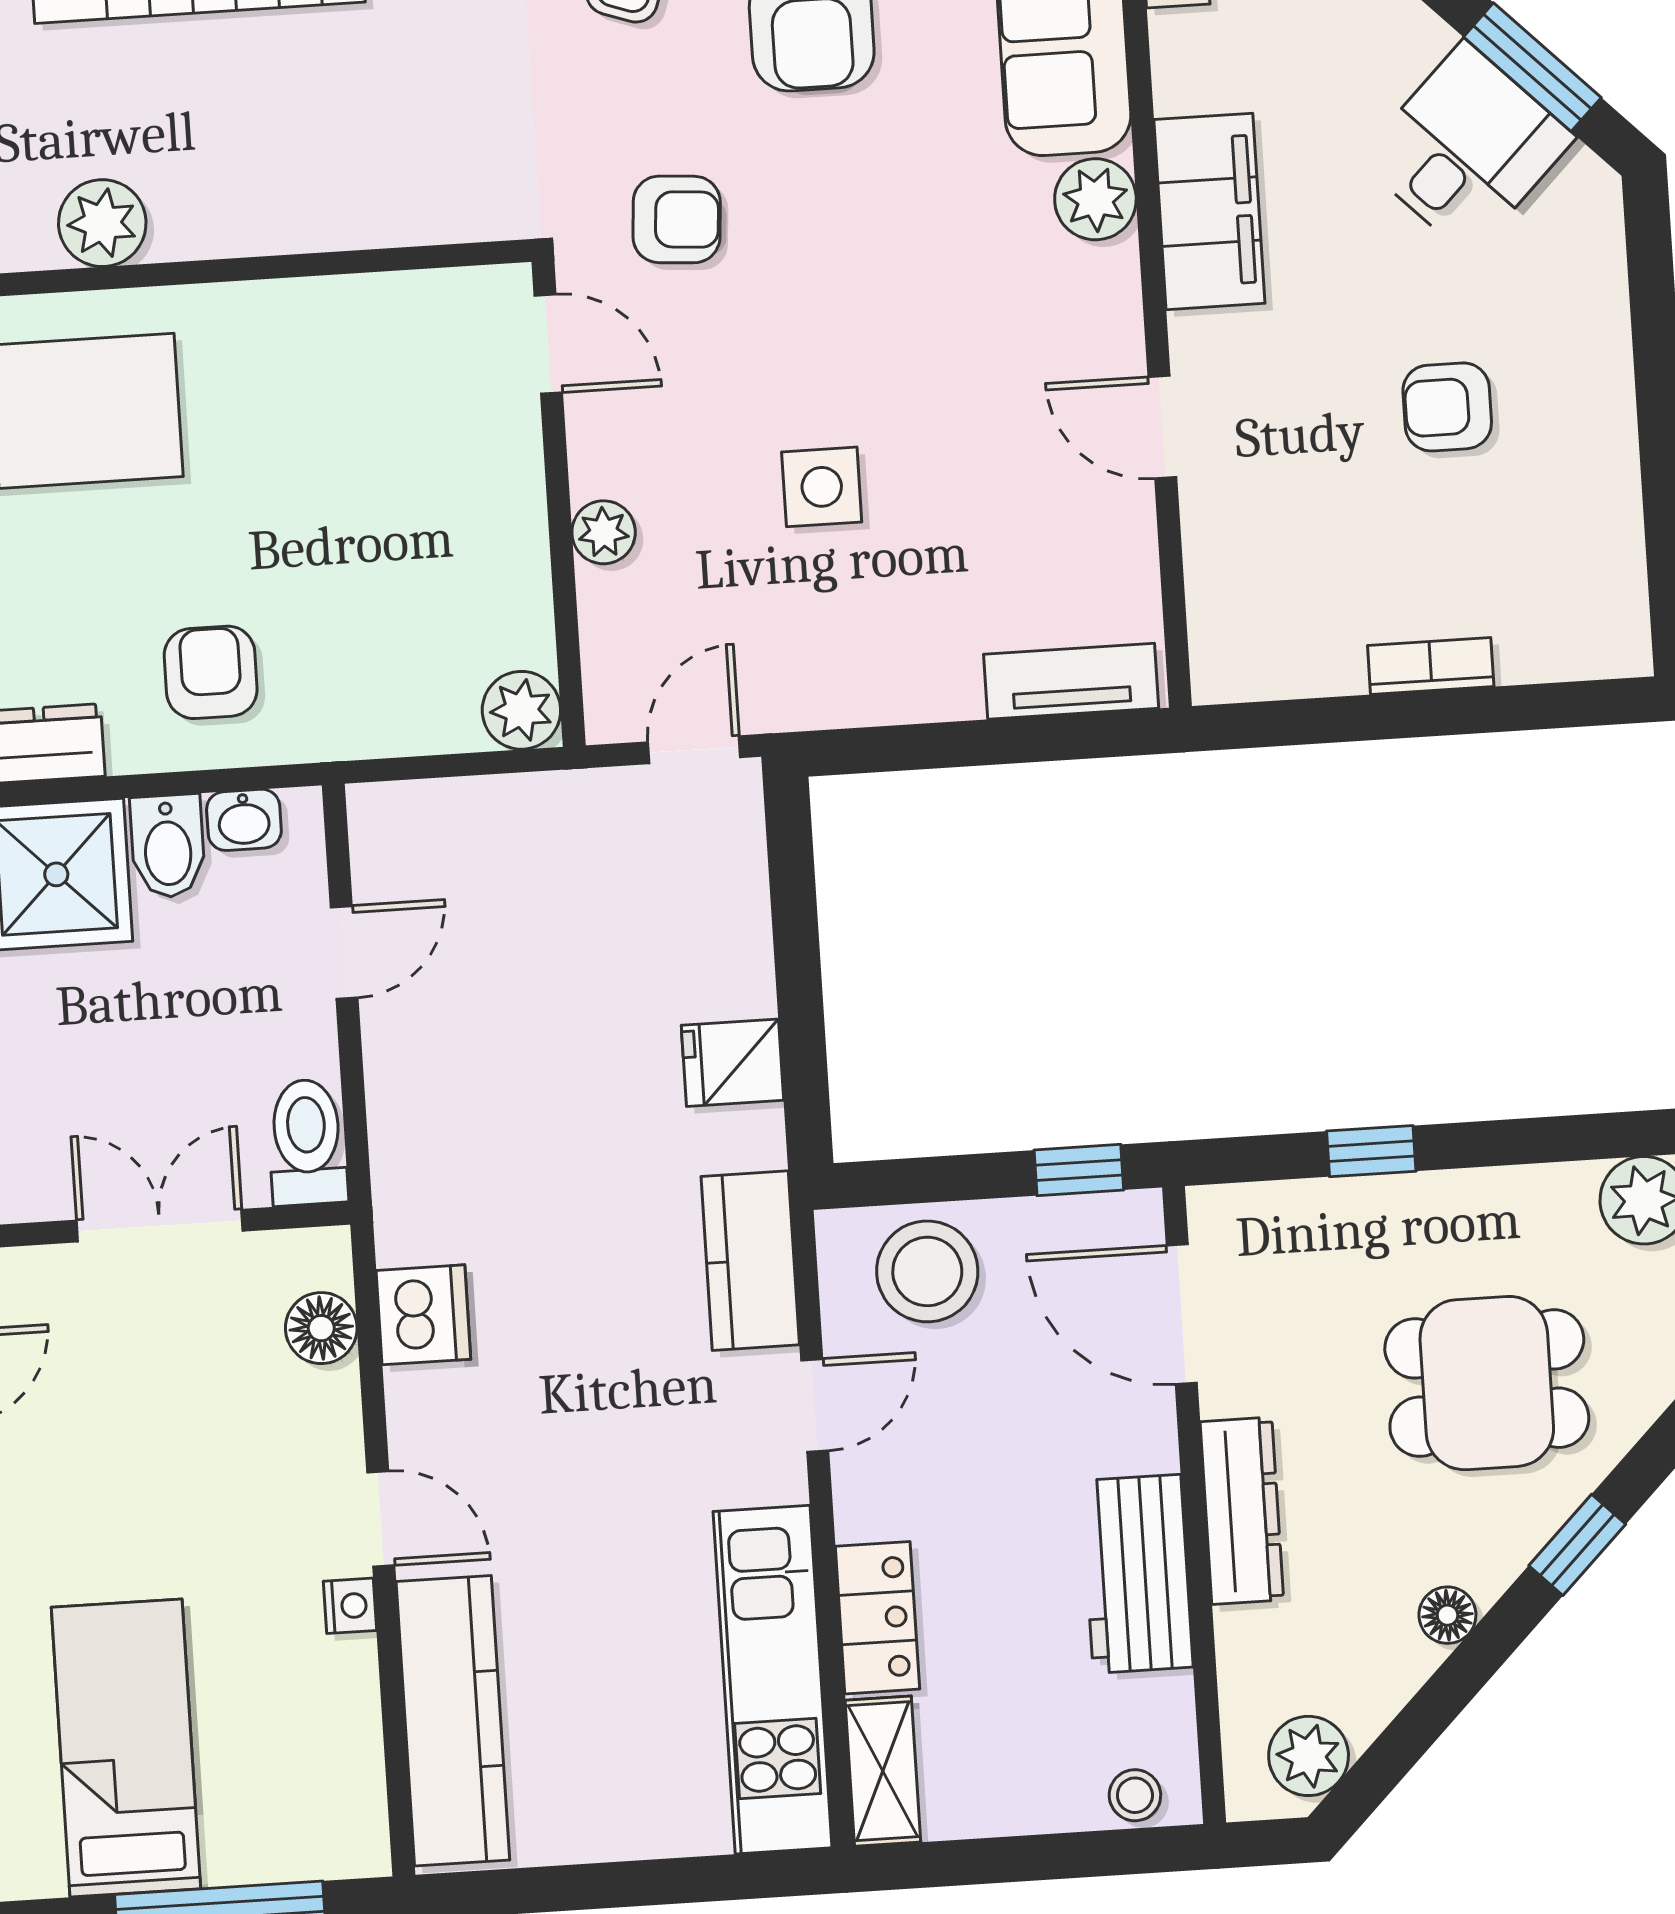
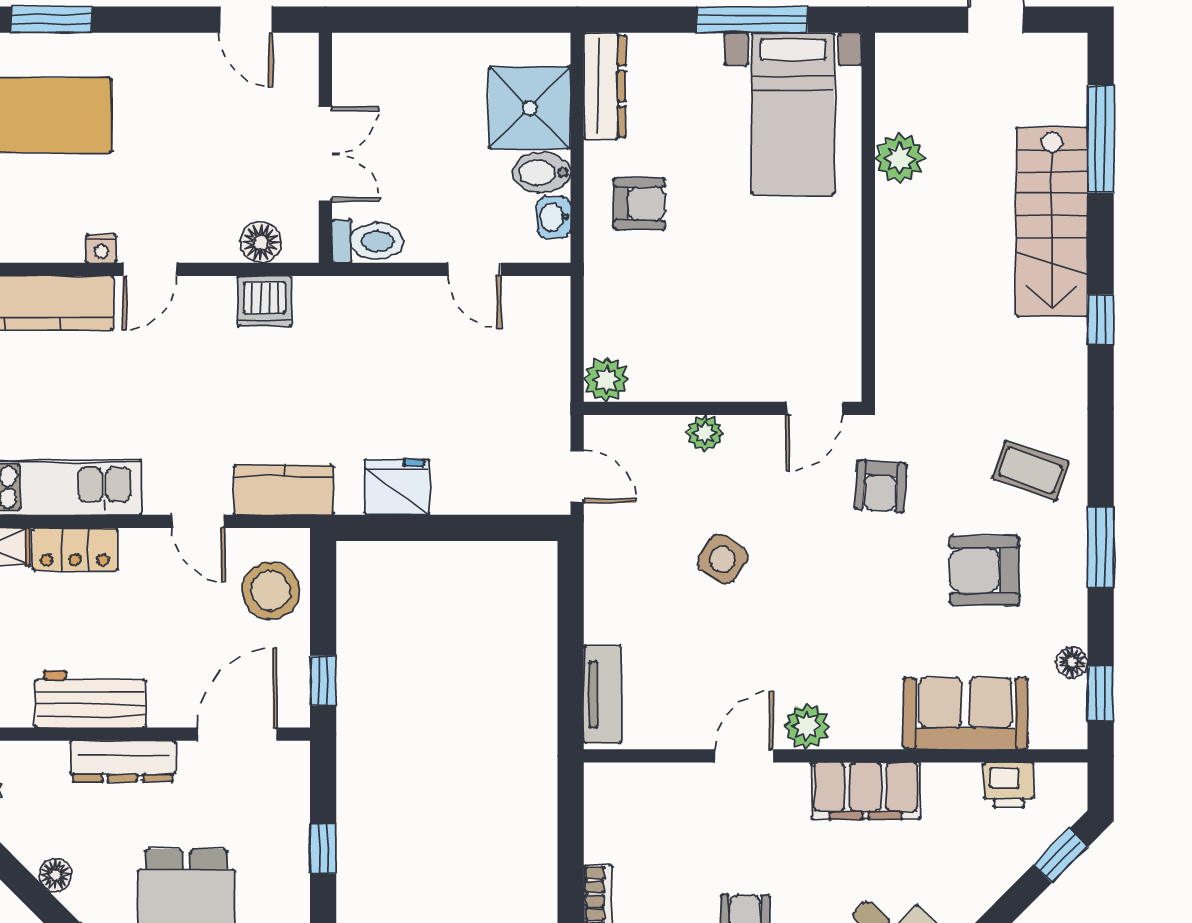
plant: (1095, 199) -> (807, 726), moved
side table: (822, 487) -> (723, 559), turned 33
fridge: (732, 1063) -> (397, 487), width x1.38

